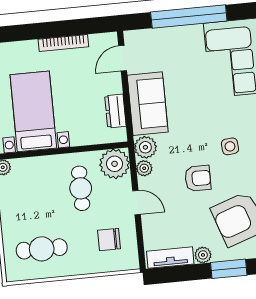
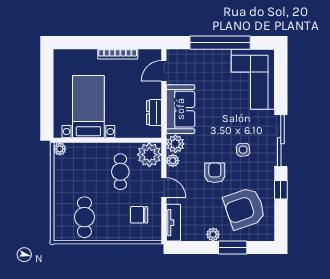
armchair: (198, 178) -> (215, 173), turned -90
cafe table: (42, 249) -> (84, 217), turned 90
tv unit: (170, 258) -> (173, 223), moved, turned 90

